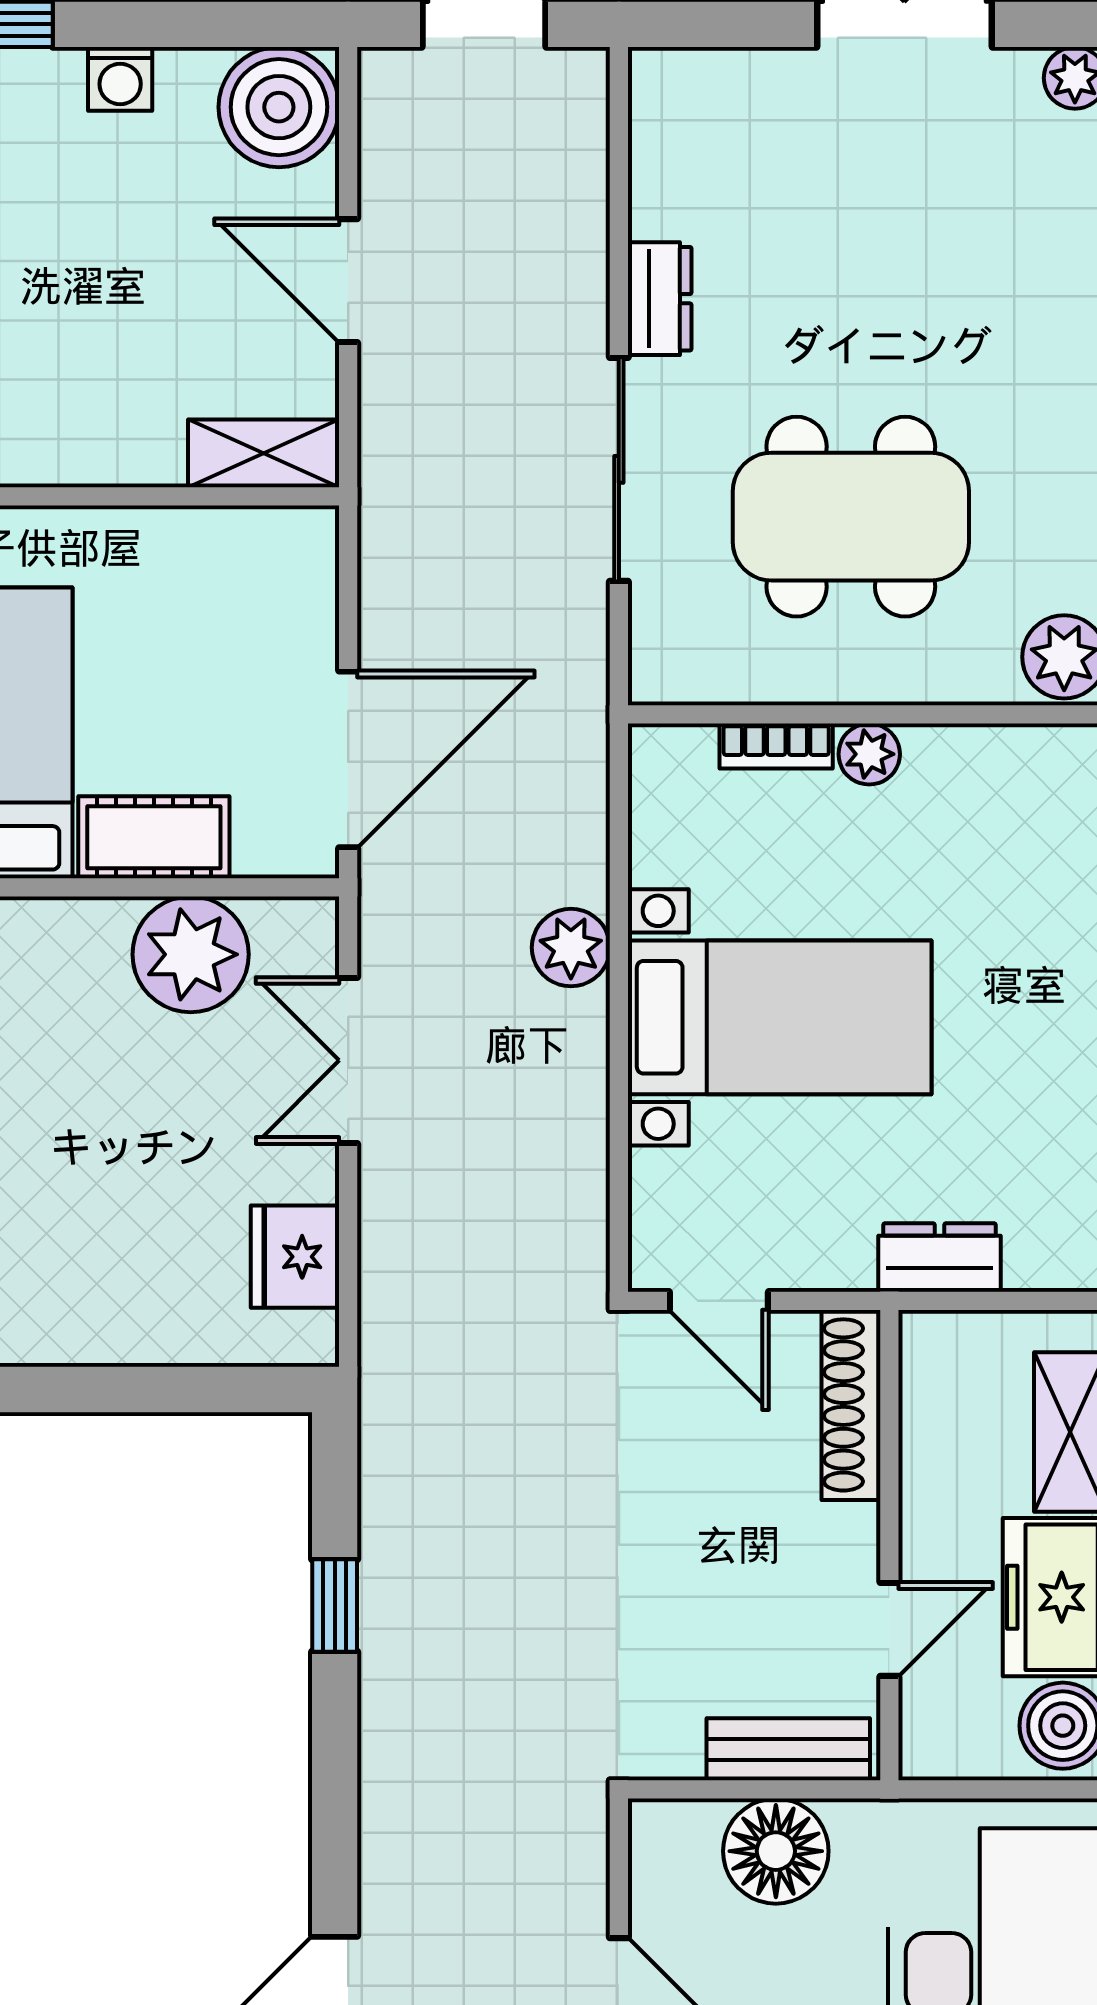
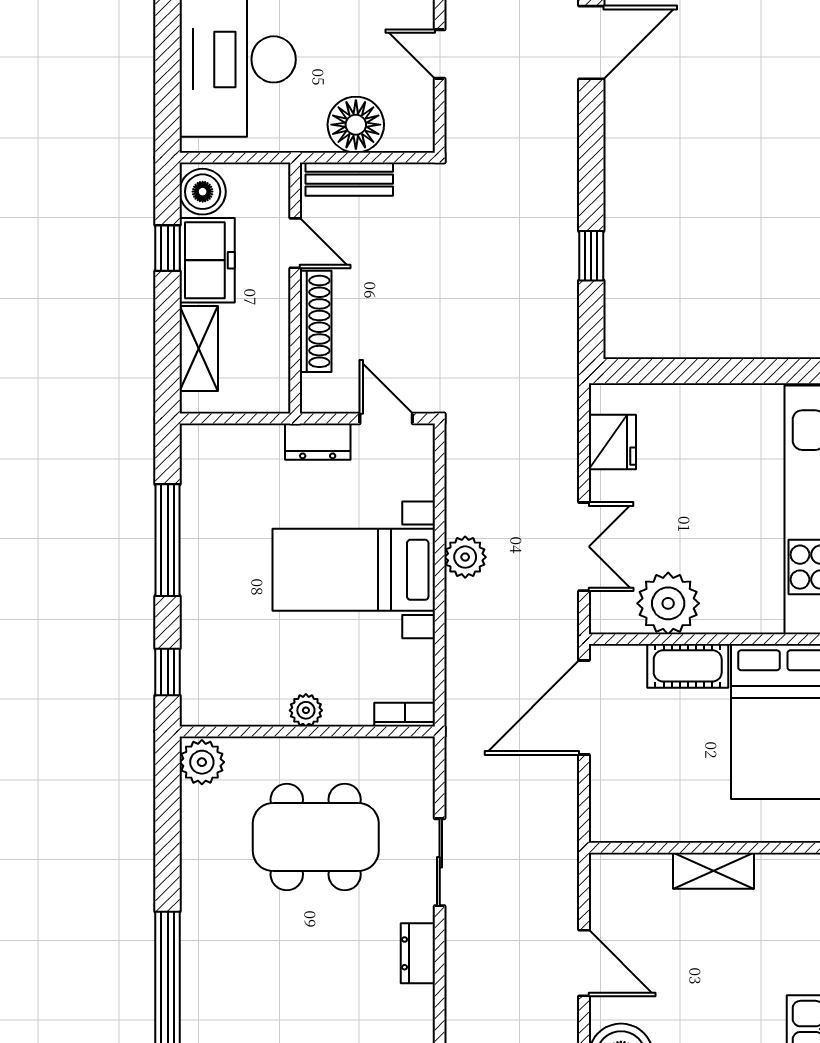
shelving: (264, 453) -> (714, 871), moved
sliding door: (619, 469) -> (440, 862), width x0.73
bookcase: (776, 746) -> (405, 715), moved
plant: (571, 948) -> (465, 557), moved
dresser: (940, 1257) -> (318, 442), moved
shoe rack: (851, 1405) -> (316, 321), moved
door: (889, 1629) -> (295, 243), swing flipped

